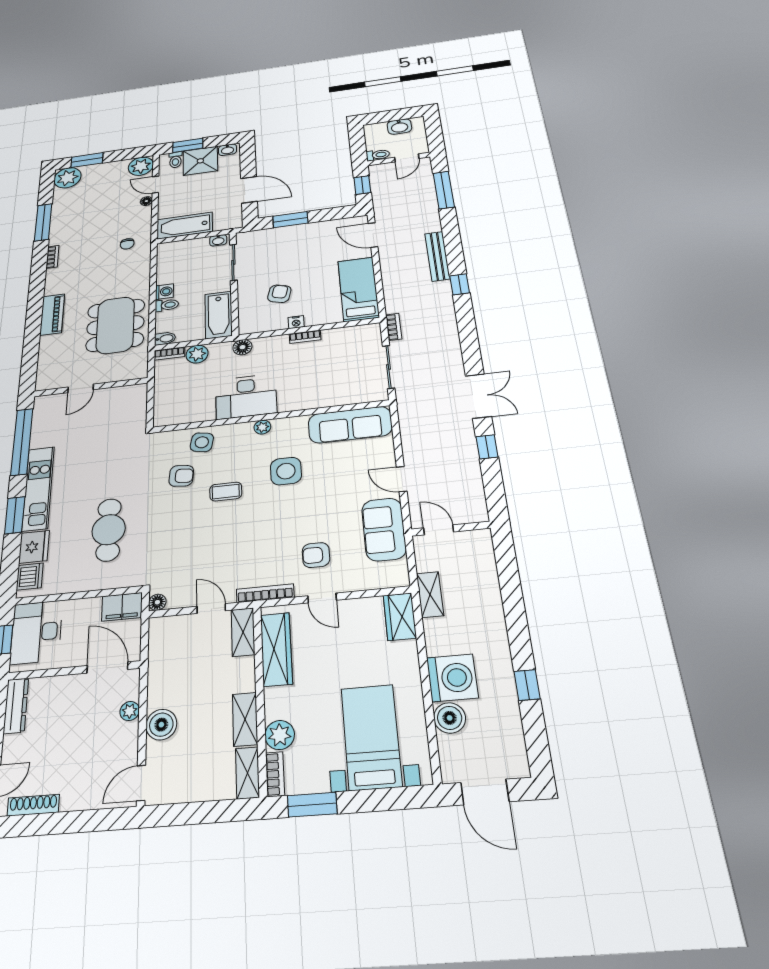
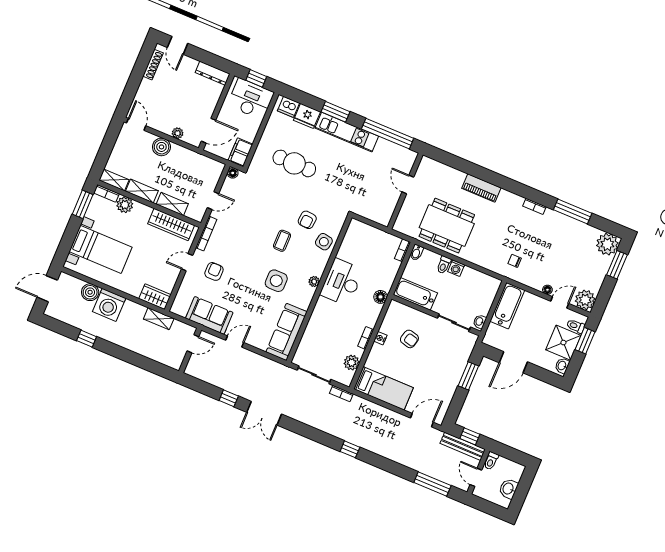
bench: (437, 256) -> (463, 446), moved
plant: (197, 354) -> (352, 363), moved
shelving: (243, 632) -> (172, 204), moved

